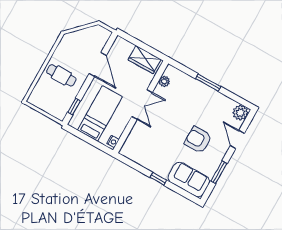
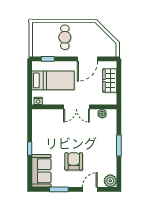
wardrobe: (145, 60) -> (110, 81), moved

